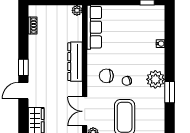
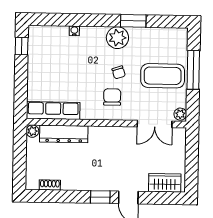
dresser: (75, 62) -> (64, 134), moved
chair: (106, 76) -> (112, 97), turned 180

